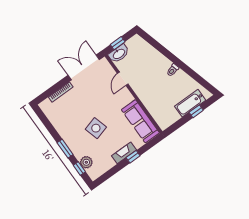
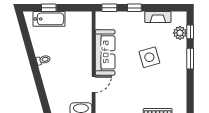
sofa: (140, 121) -> (105, 52), moved
window: (152, 143) -> (109, 8), added
fireplace: (124, 153) -> (158, 17), moved

